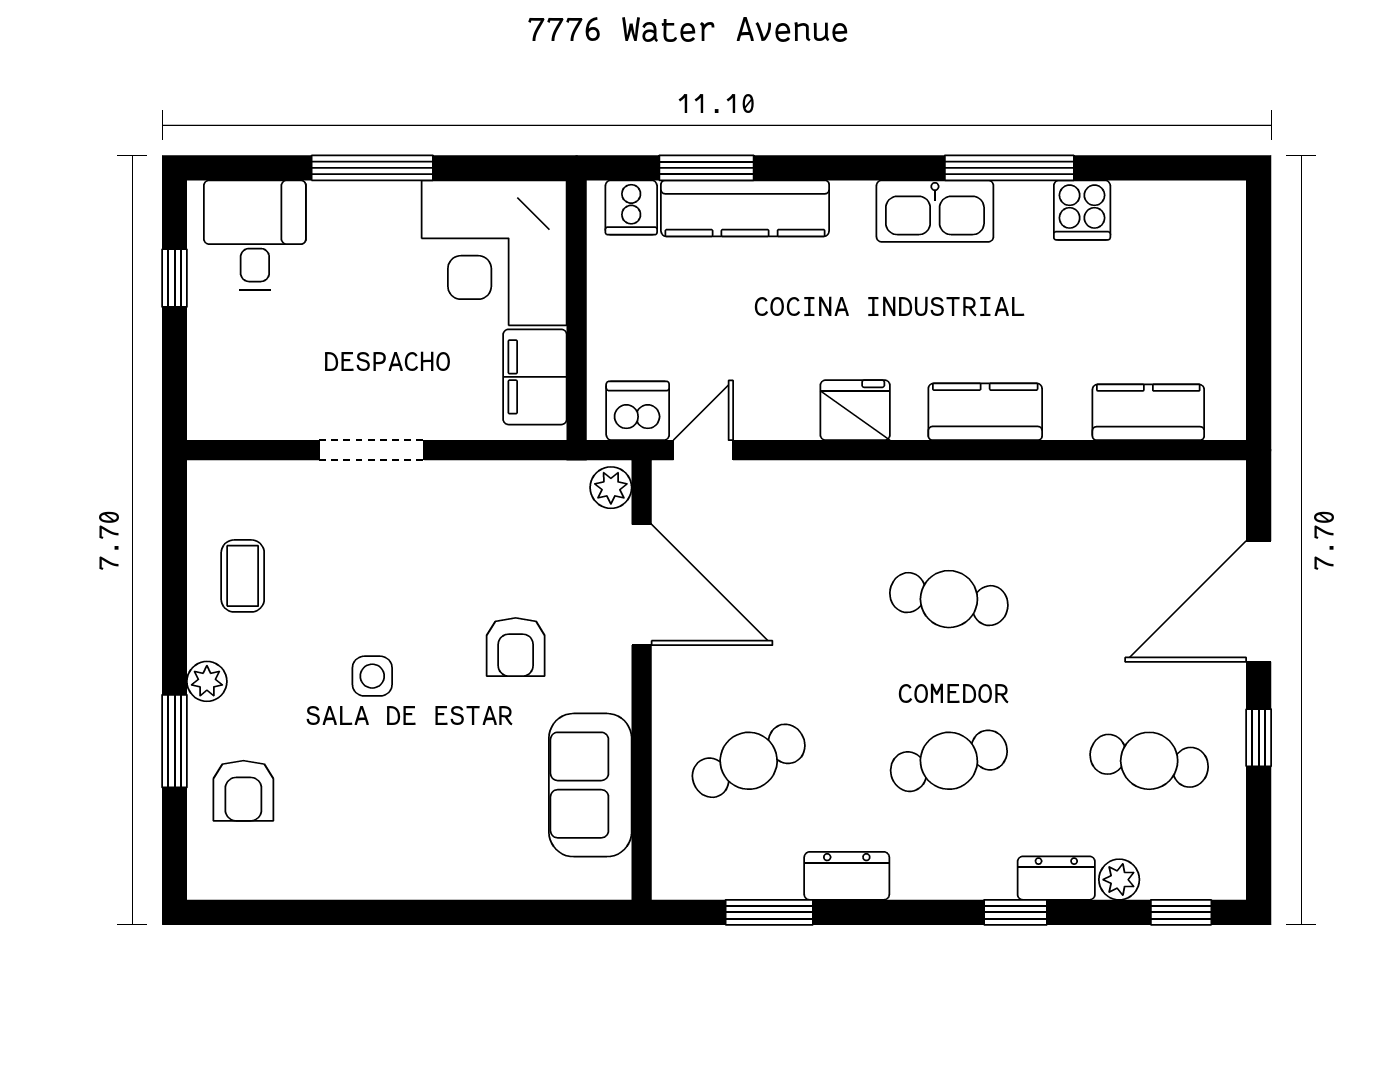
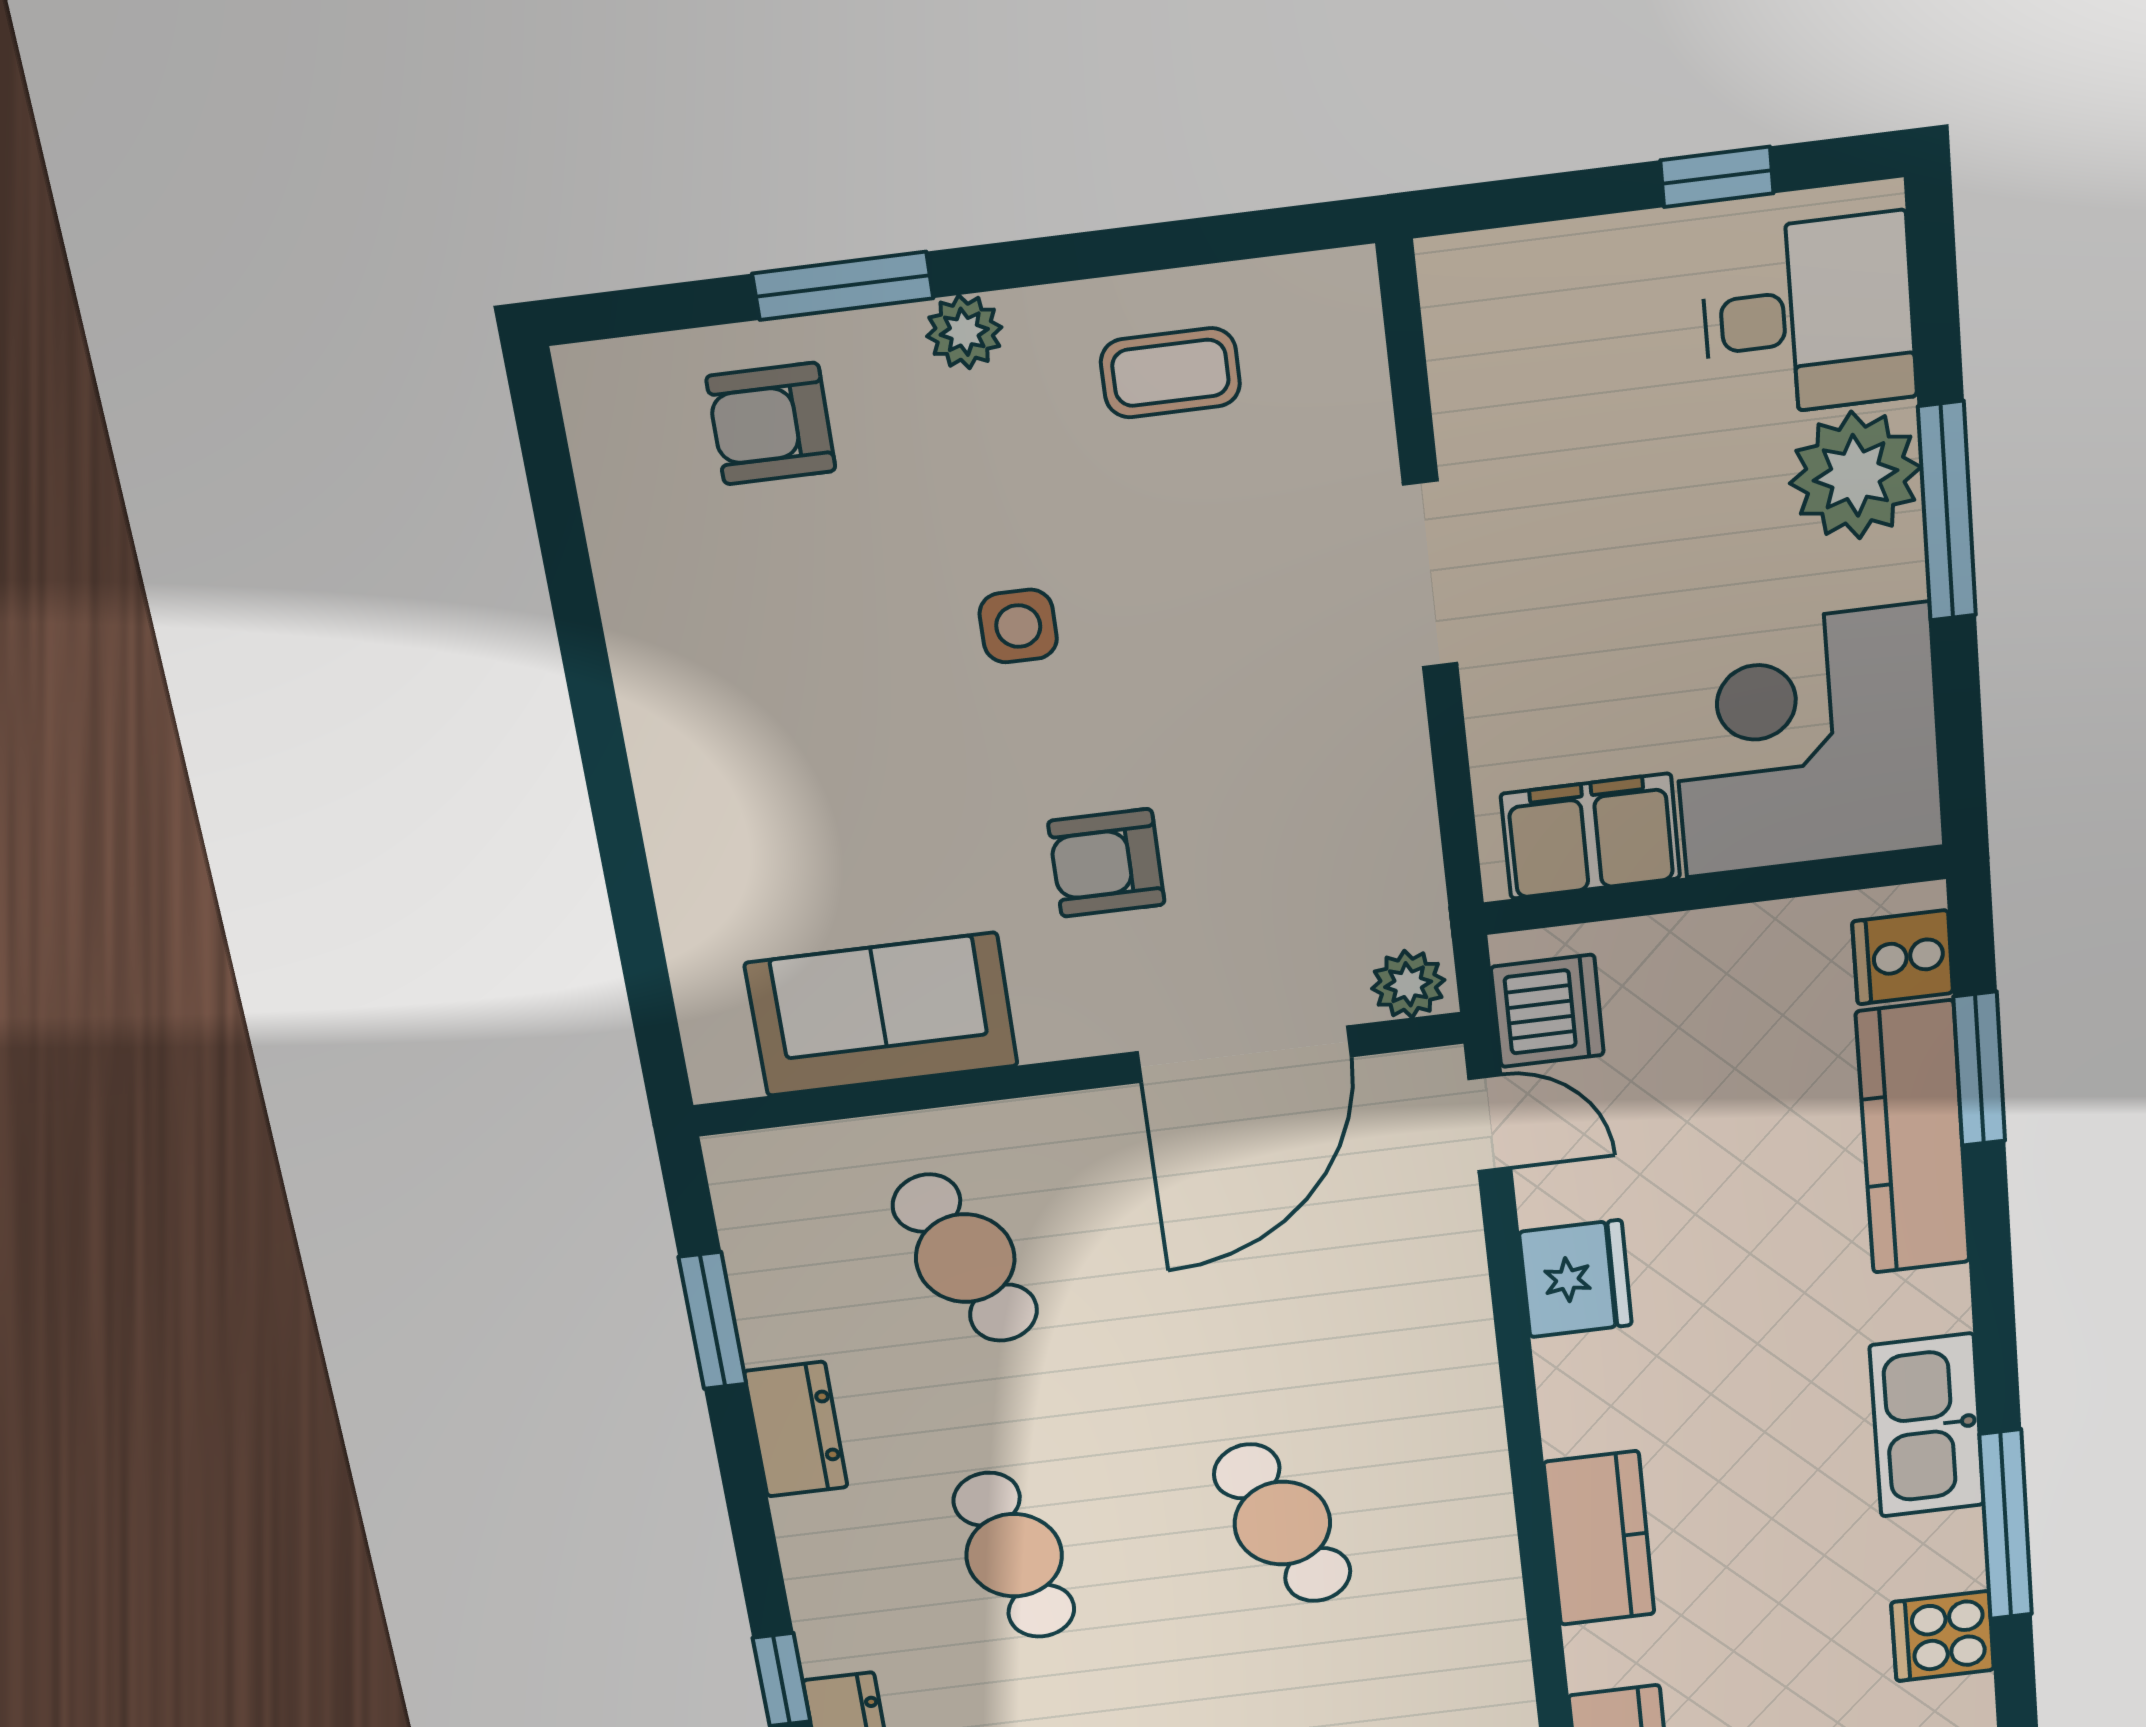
plant: (346, 216) -> (1855, 475), added
fridge: (855, 410) -> (1576, 1279), moved
cafe table: (949, 599) -> (1282, 1523), turned -33

